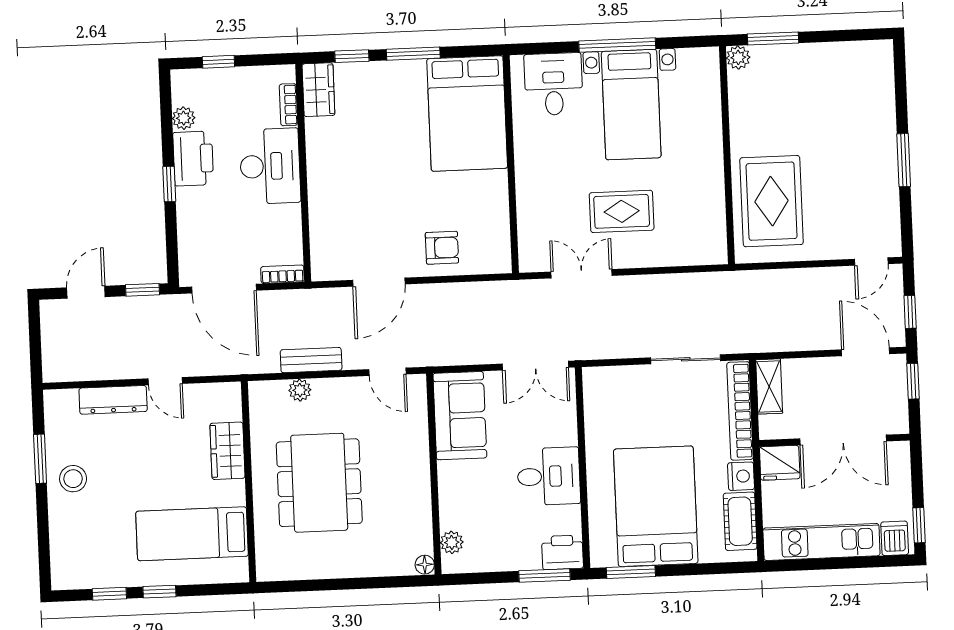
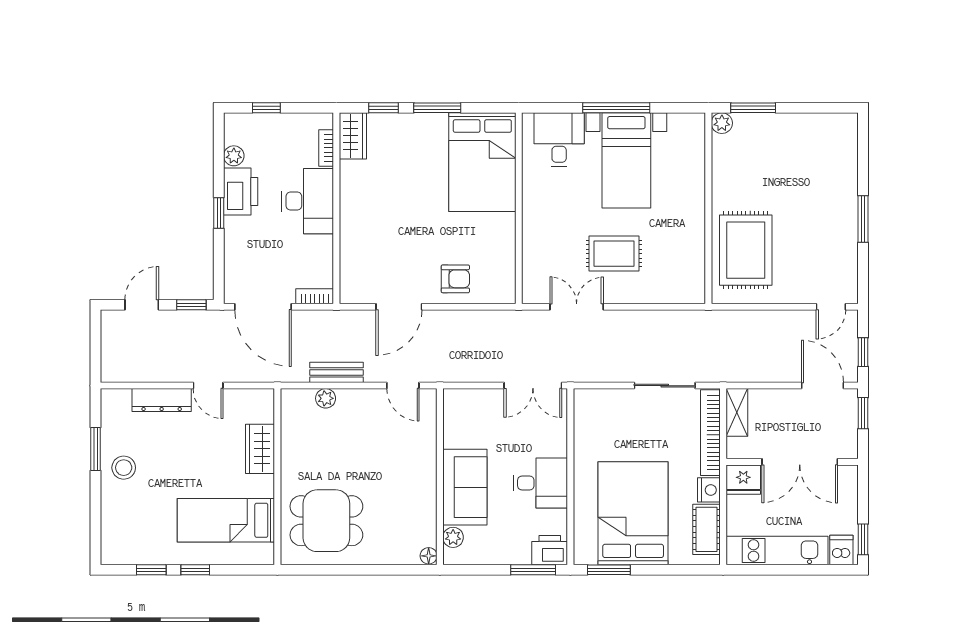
sofa: (460, 416) -> (465, 487), moved
dining table: (319, 483) -> (326, 521), moved, width x0.73

